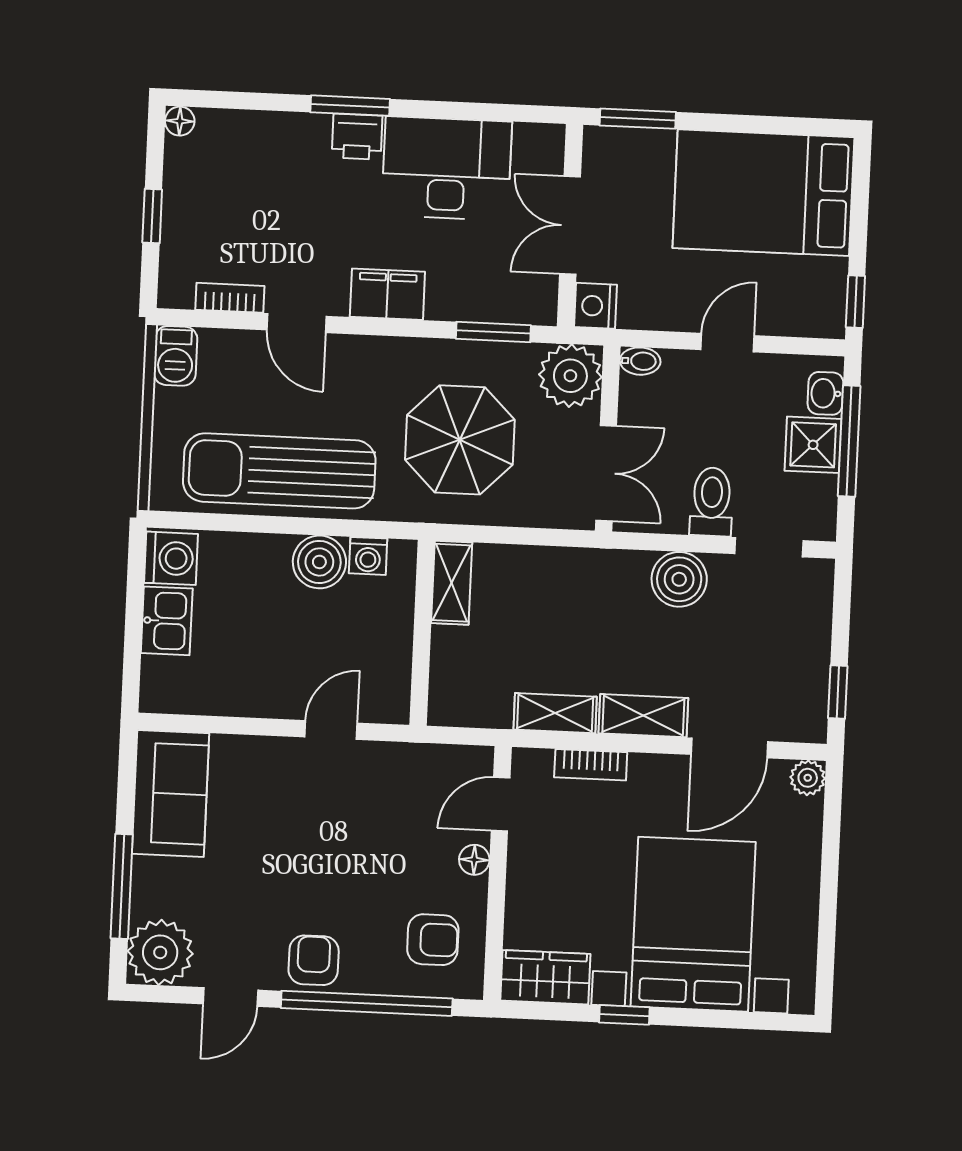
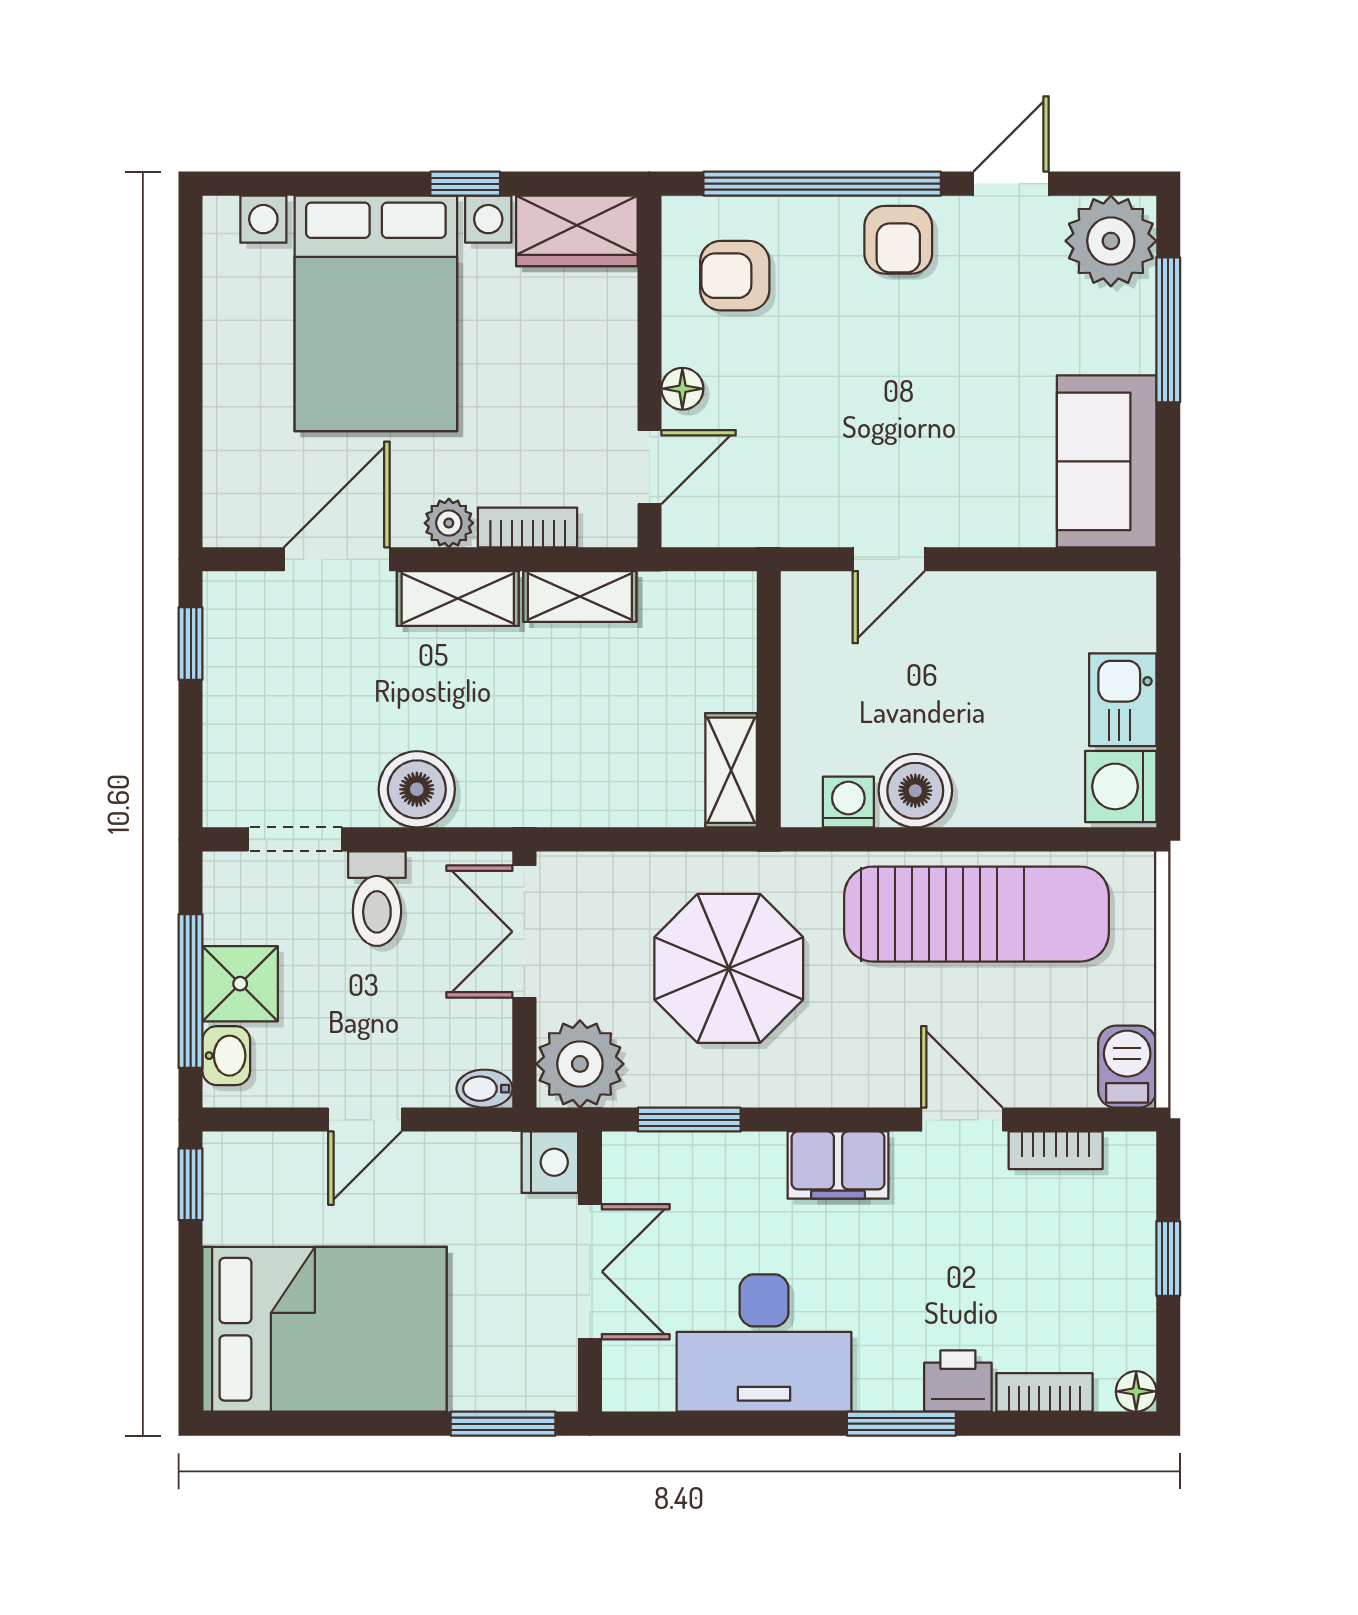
bookcase: (246, 123) -> (1044, 1392), added
printer: (357, 137) -> (958, 1381), moved
plant: (808, 778) -> (449, 523), moved

